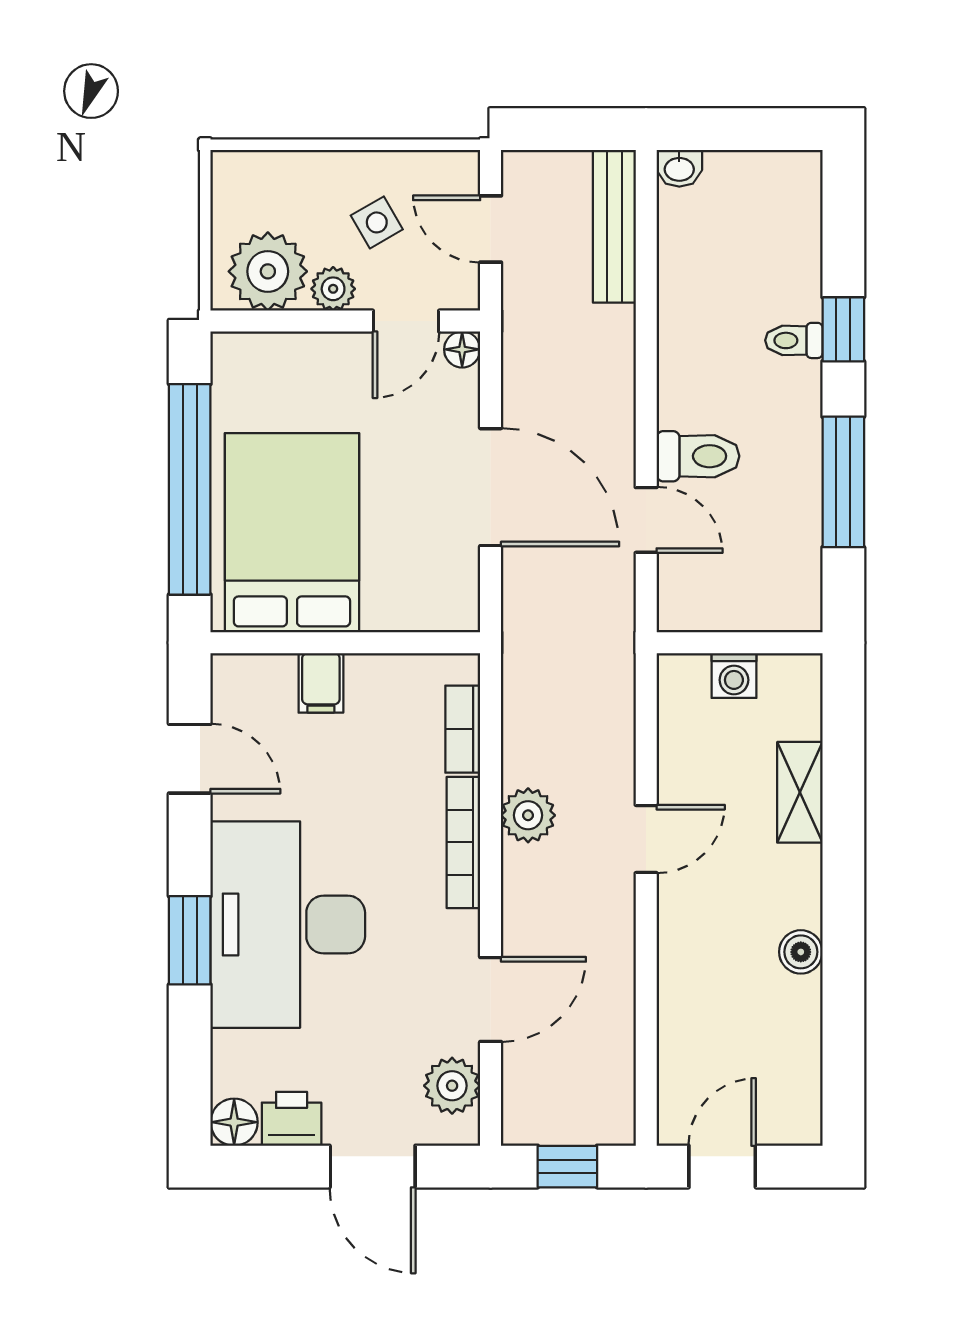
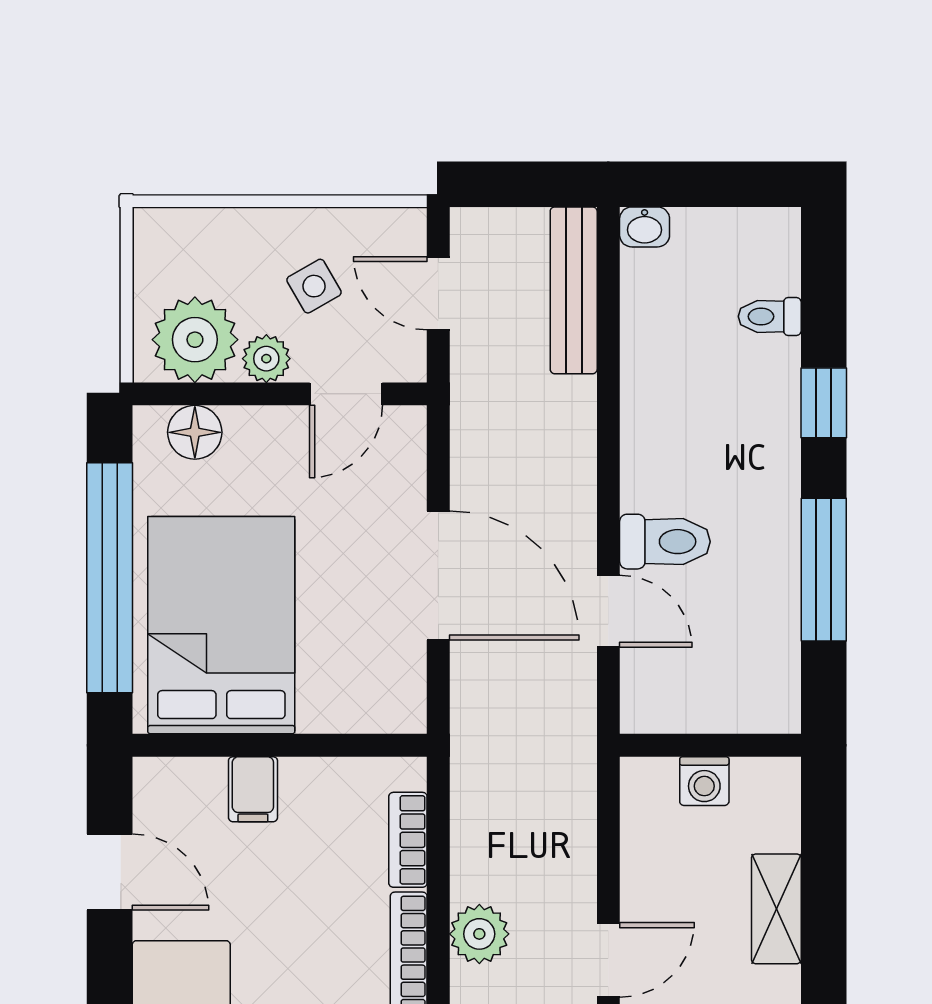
toilet: (794, 340) -> (770, 316), moved
floor lamp: (462, 349) -> (195, 432), moved, width x1.37, depth x1.37

